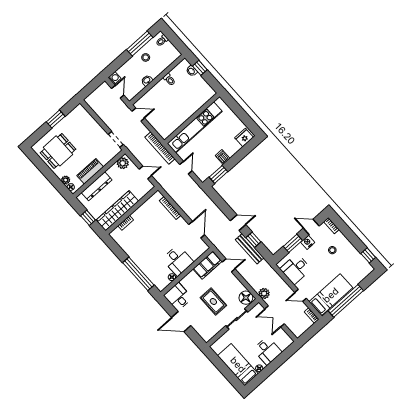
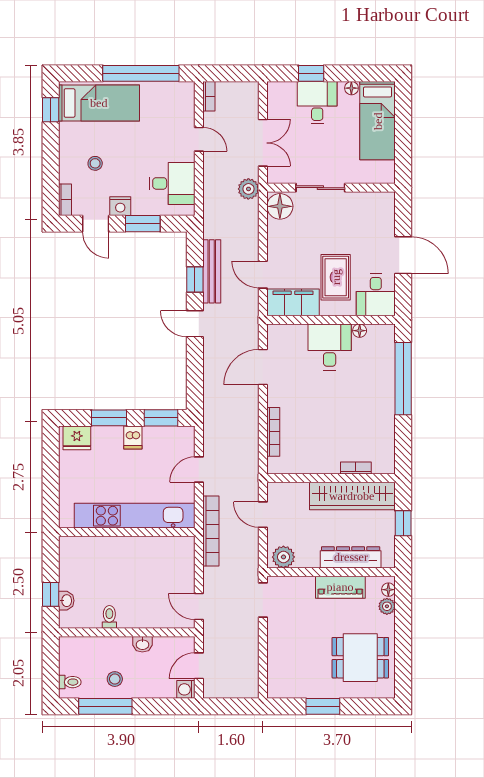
window: (239, 156) -> (109, 418), added
bed: (331, 295) -> (99, 103), moved, turned 180
rug: (213, 301) -> (336, 277), moved
window: (280, 360) -> (311, 73), added

